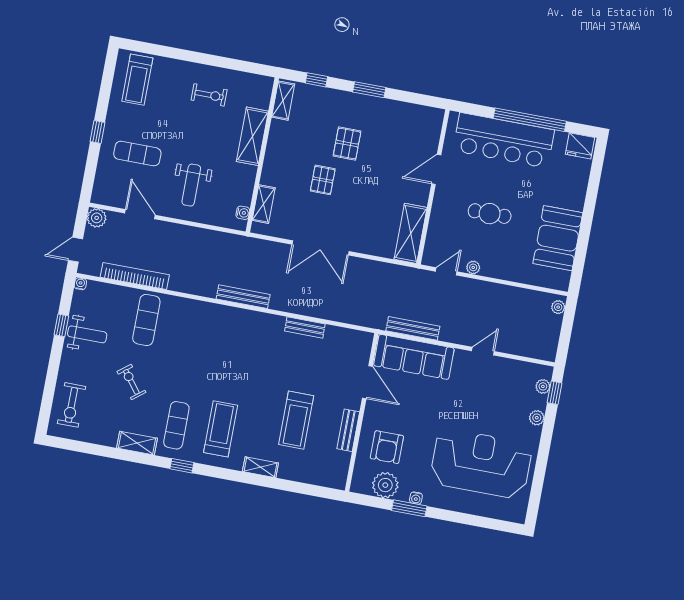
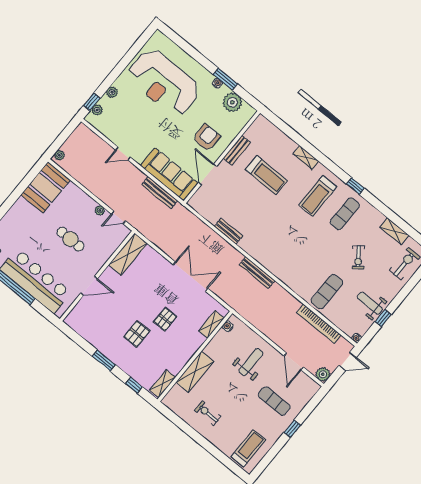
booth: (558, 238) -> (45, 187), moved
treadmill: (296, 420) -> (266, 175), turned 90
shelving: (137, 443) -> (394, 231), moved
armchair: (387, 447) -> (207, 138), moved

